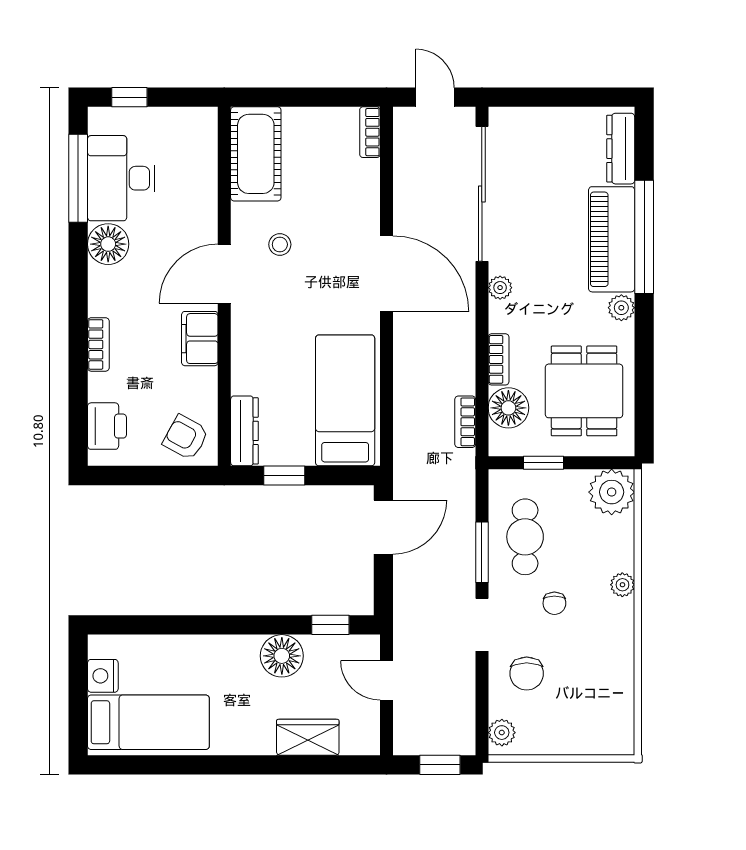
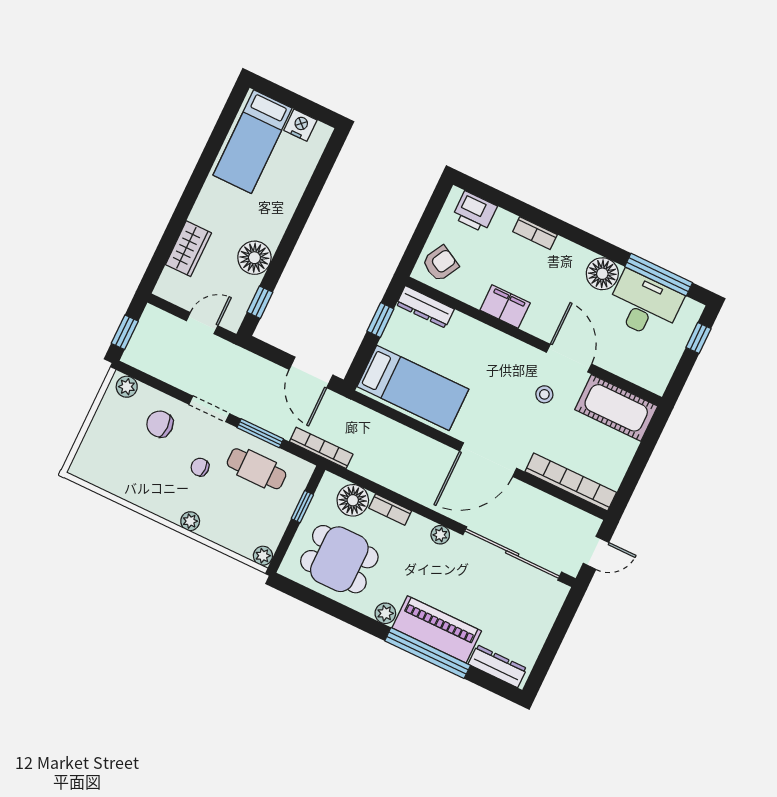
bookcase: (370, 132) -> (571, 482), width x2.31, depth x1.31
door: (224, 274) -> (569, 358), moved
bookcase: (465, 422) -> (321, 448), moved, width x1.56
plant: (612, 492) -> (263, 556), width x0.53, depth x0.53

